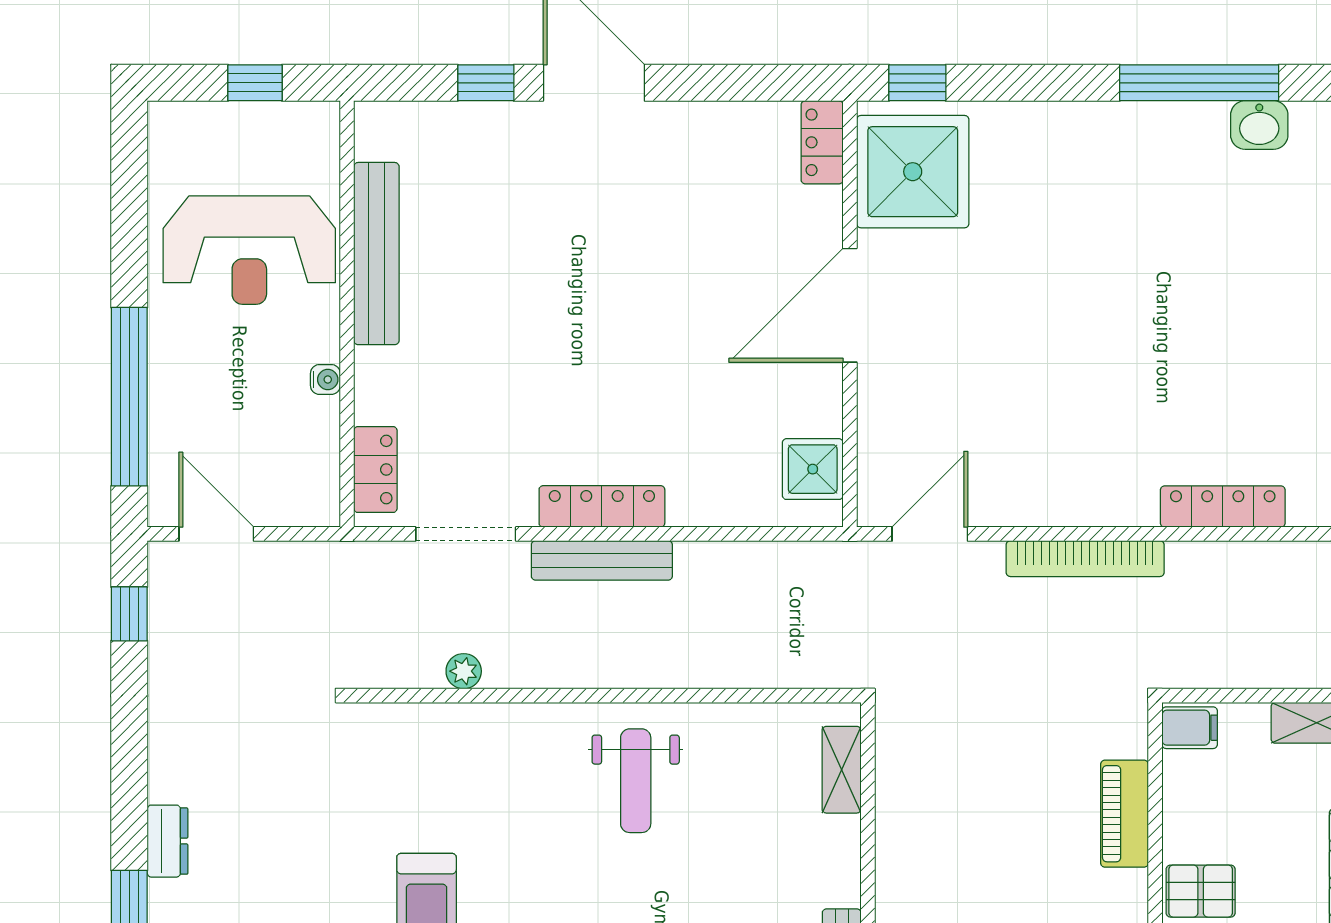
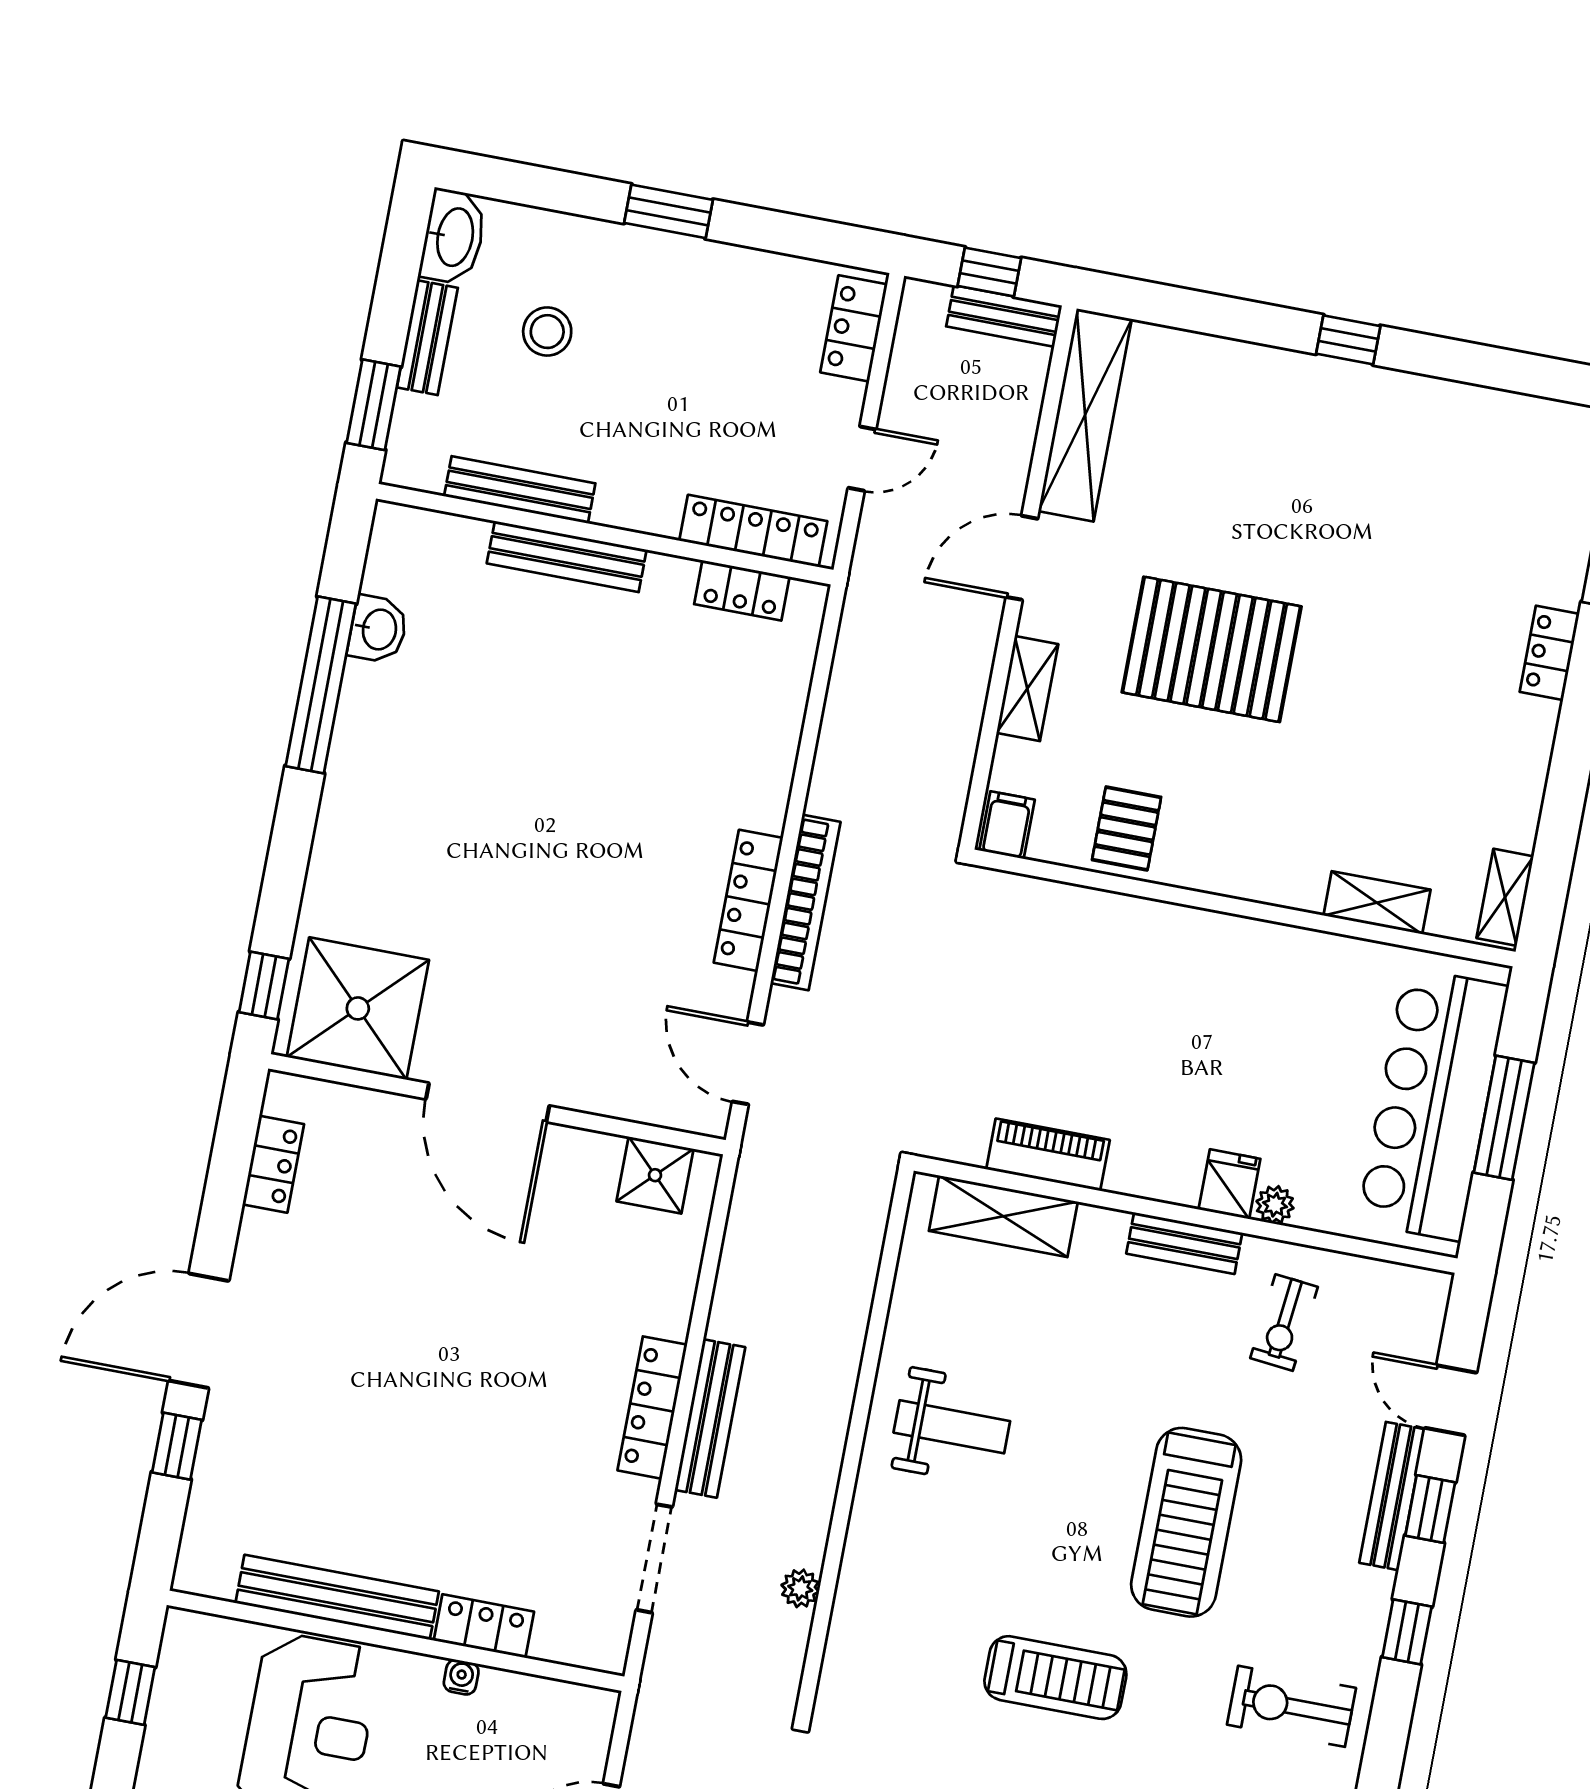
locker: (822, 142) -> (273, 1164), moved, turned -90
locker: (375, 470) -> (484, 1626), moved
locker: (1223, 507) -> (748, 900), moved
shelving: (842, 770) -> (1003, 1216), width x1.50, depth x1.33
piano: (1124, 814) -> (1048, 1155), moved, turned 180
pallet: (1201, 891) -> (1127, 828), moved

